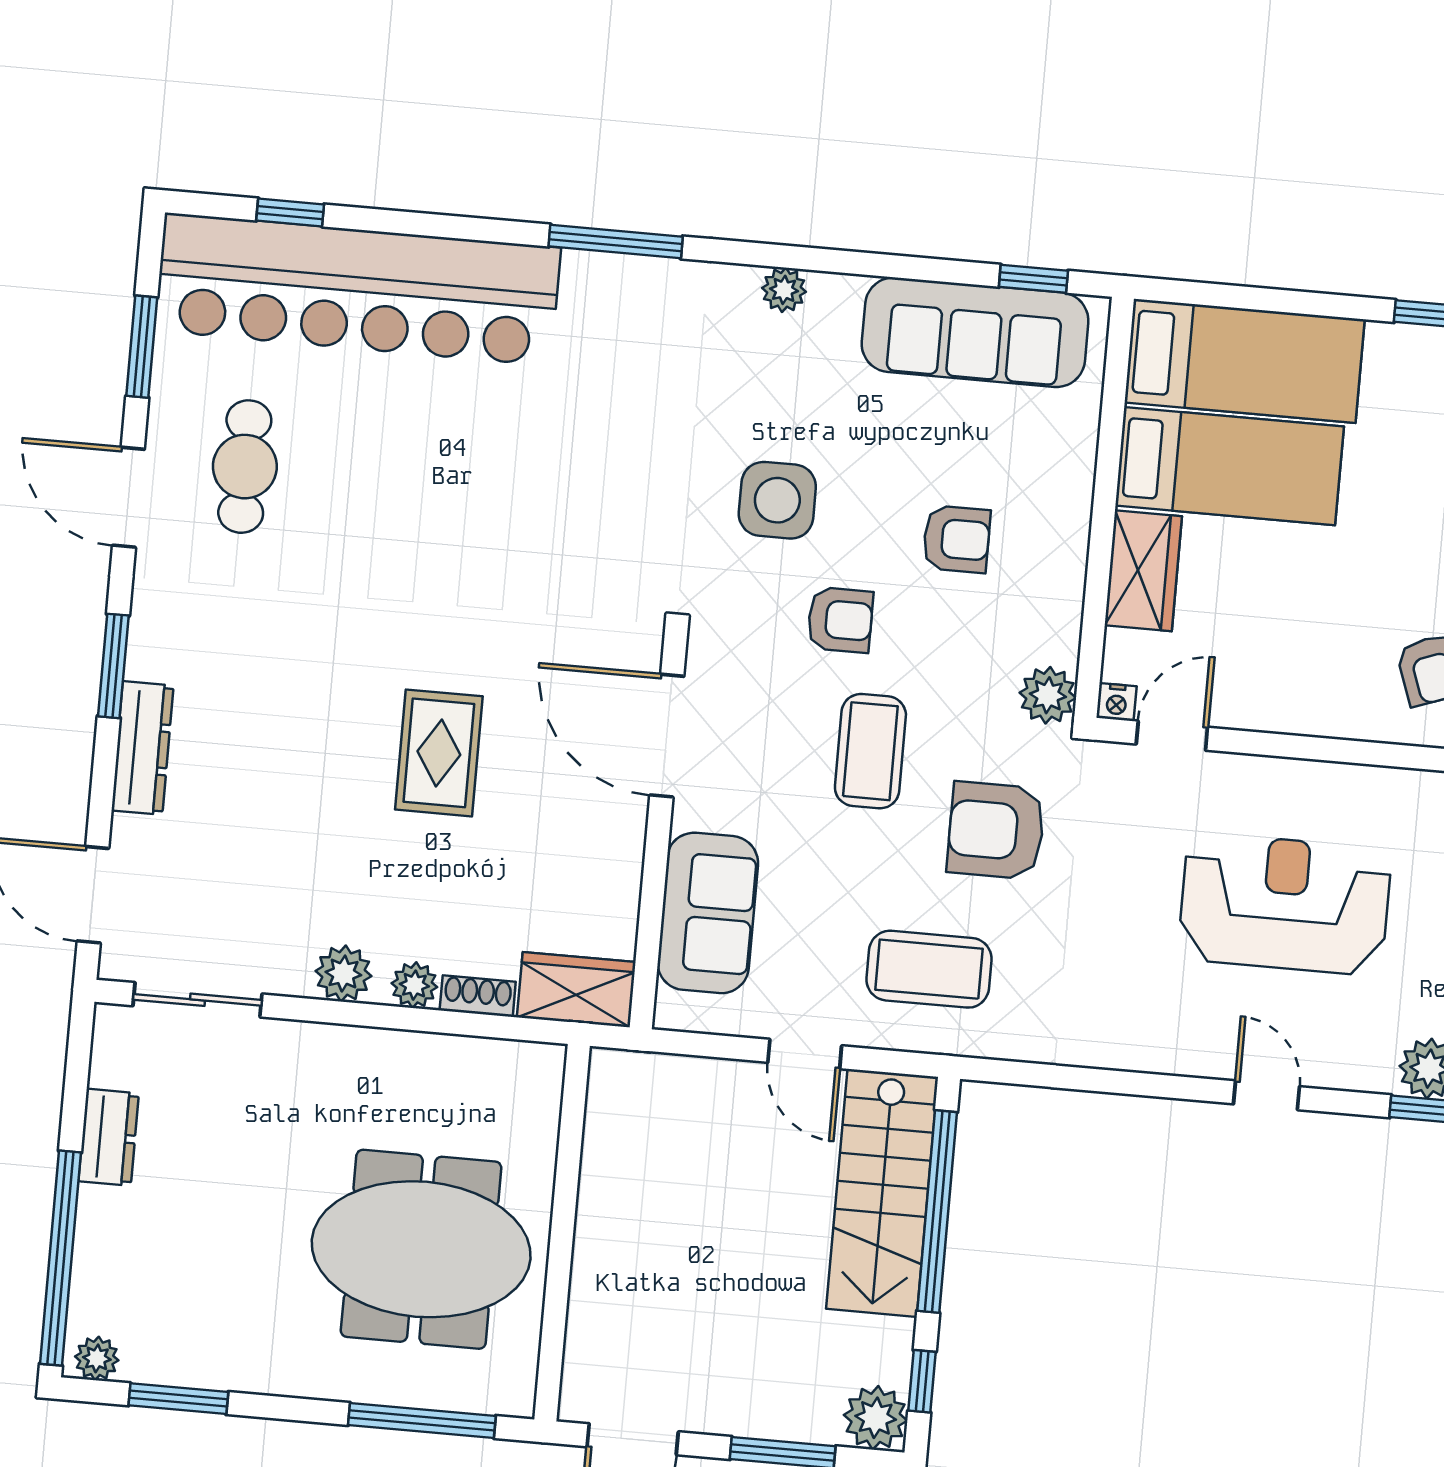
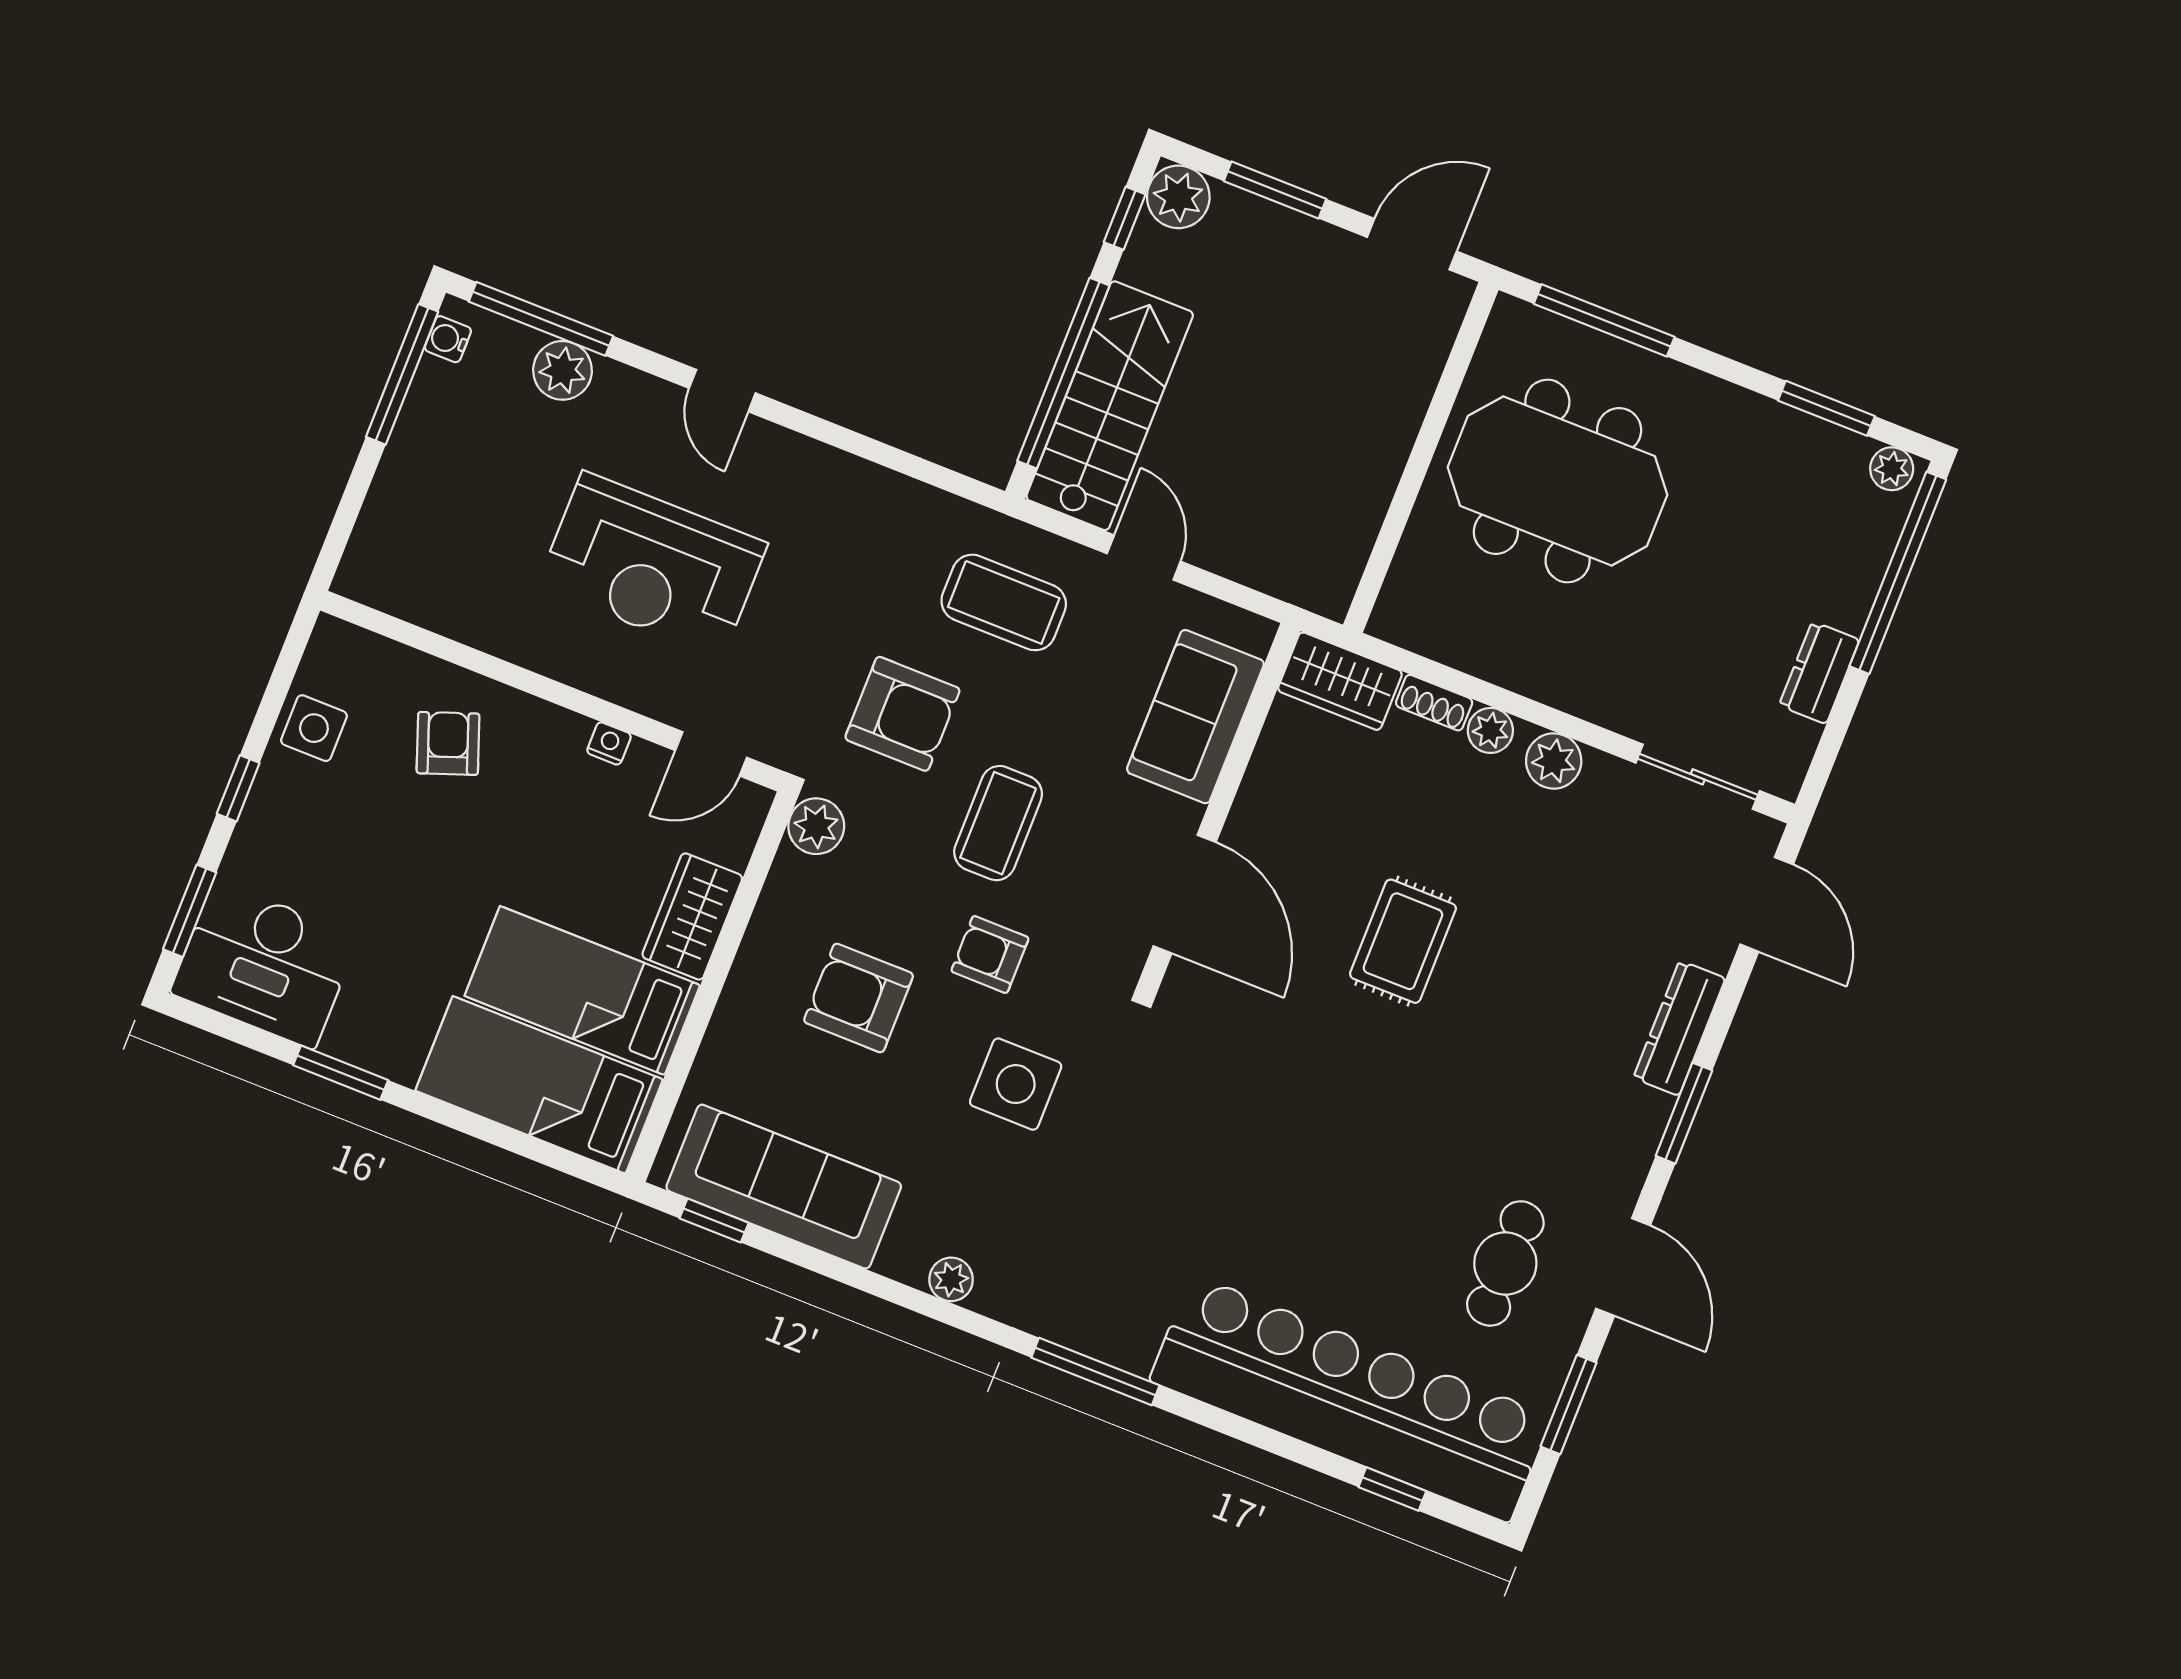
armchair: (956, 539) -> (859, 998), width x1.38, depth x1.38
nightstand: (1117, 702) -> (609, 743), moved

